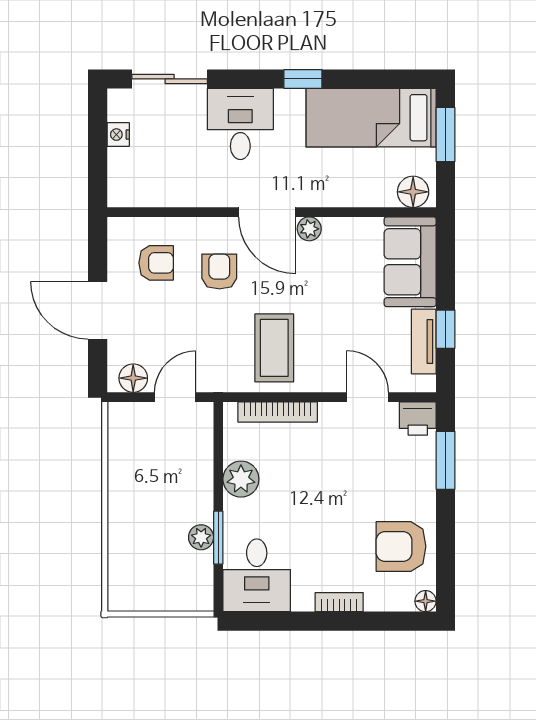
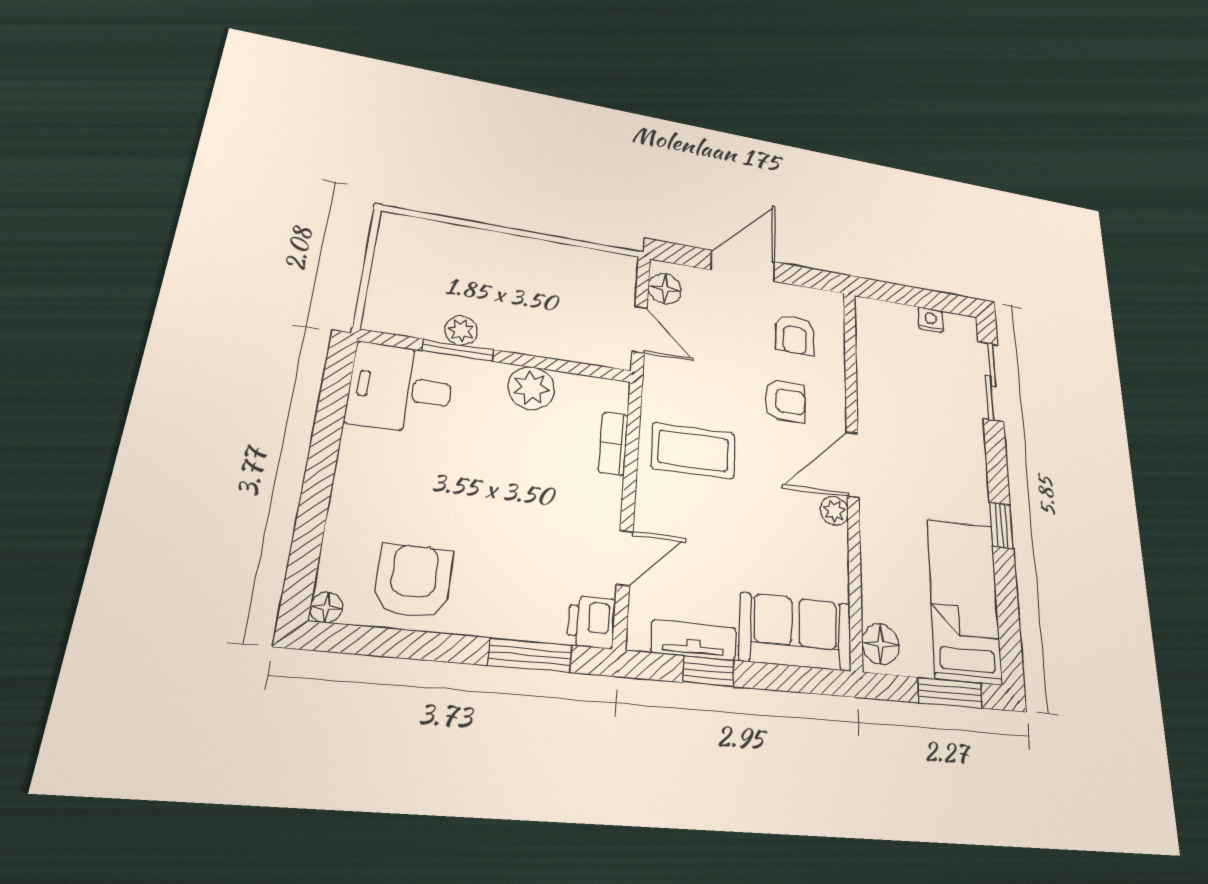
desk: (240, 124) -> (949, 449), removed
bookcase: (278, 412) -> (613, 444), width x0.64
bookcase: (339, 602) -> (346, 488), removed

